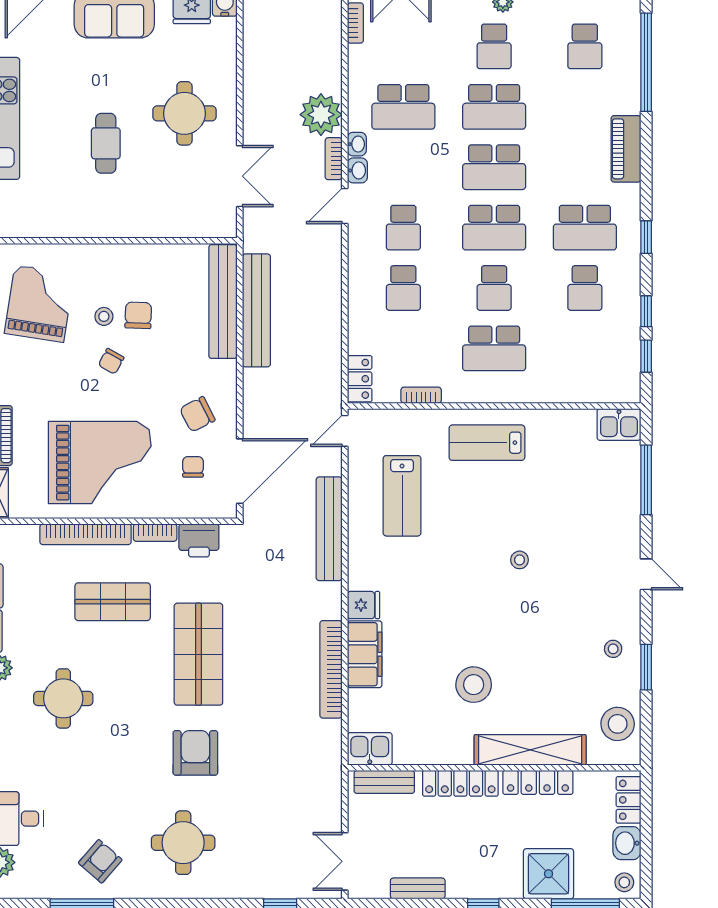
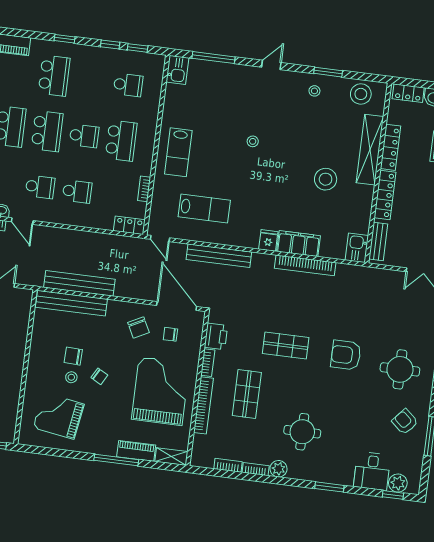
school desk: (585, 288) -> (128, 85), moved
shop shelf: (198, 654) -> (286, 345), width x0.70, depth x0.74

